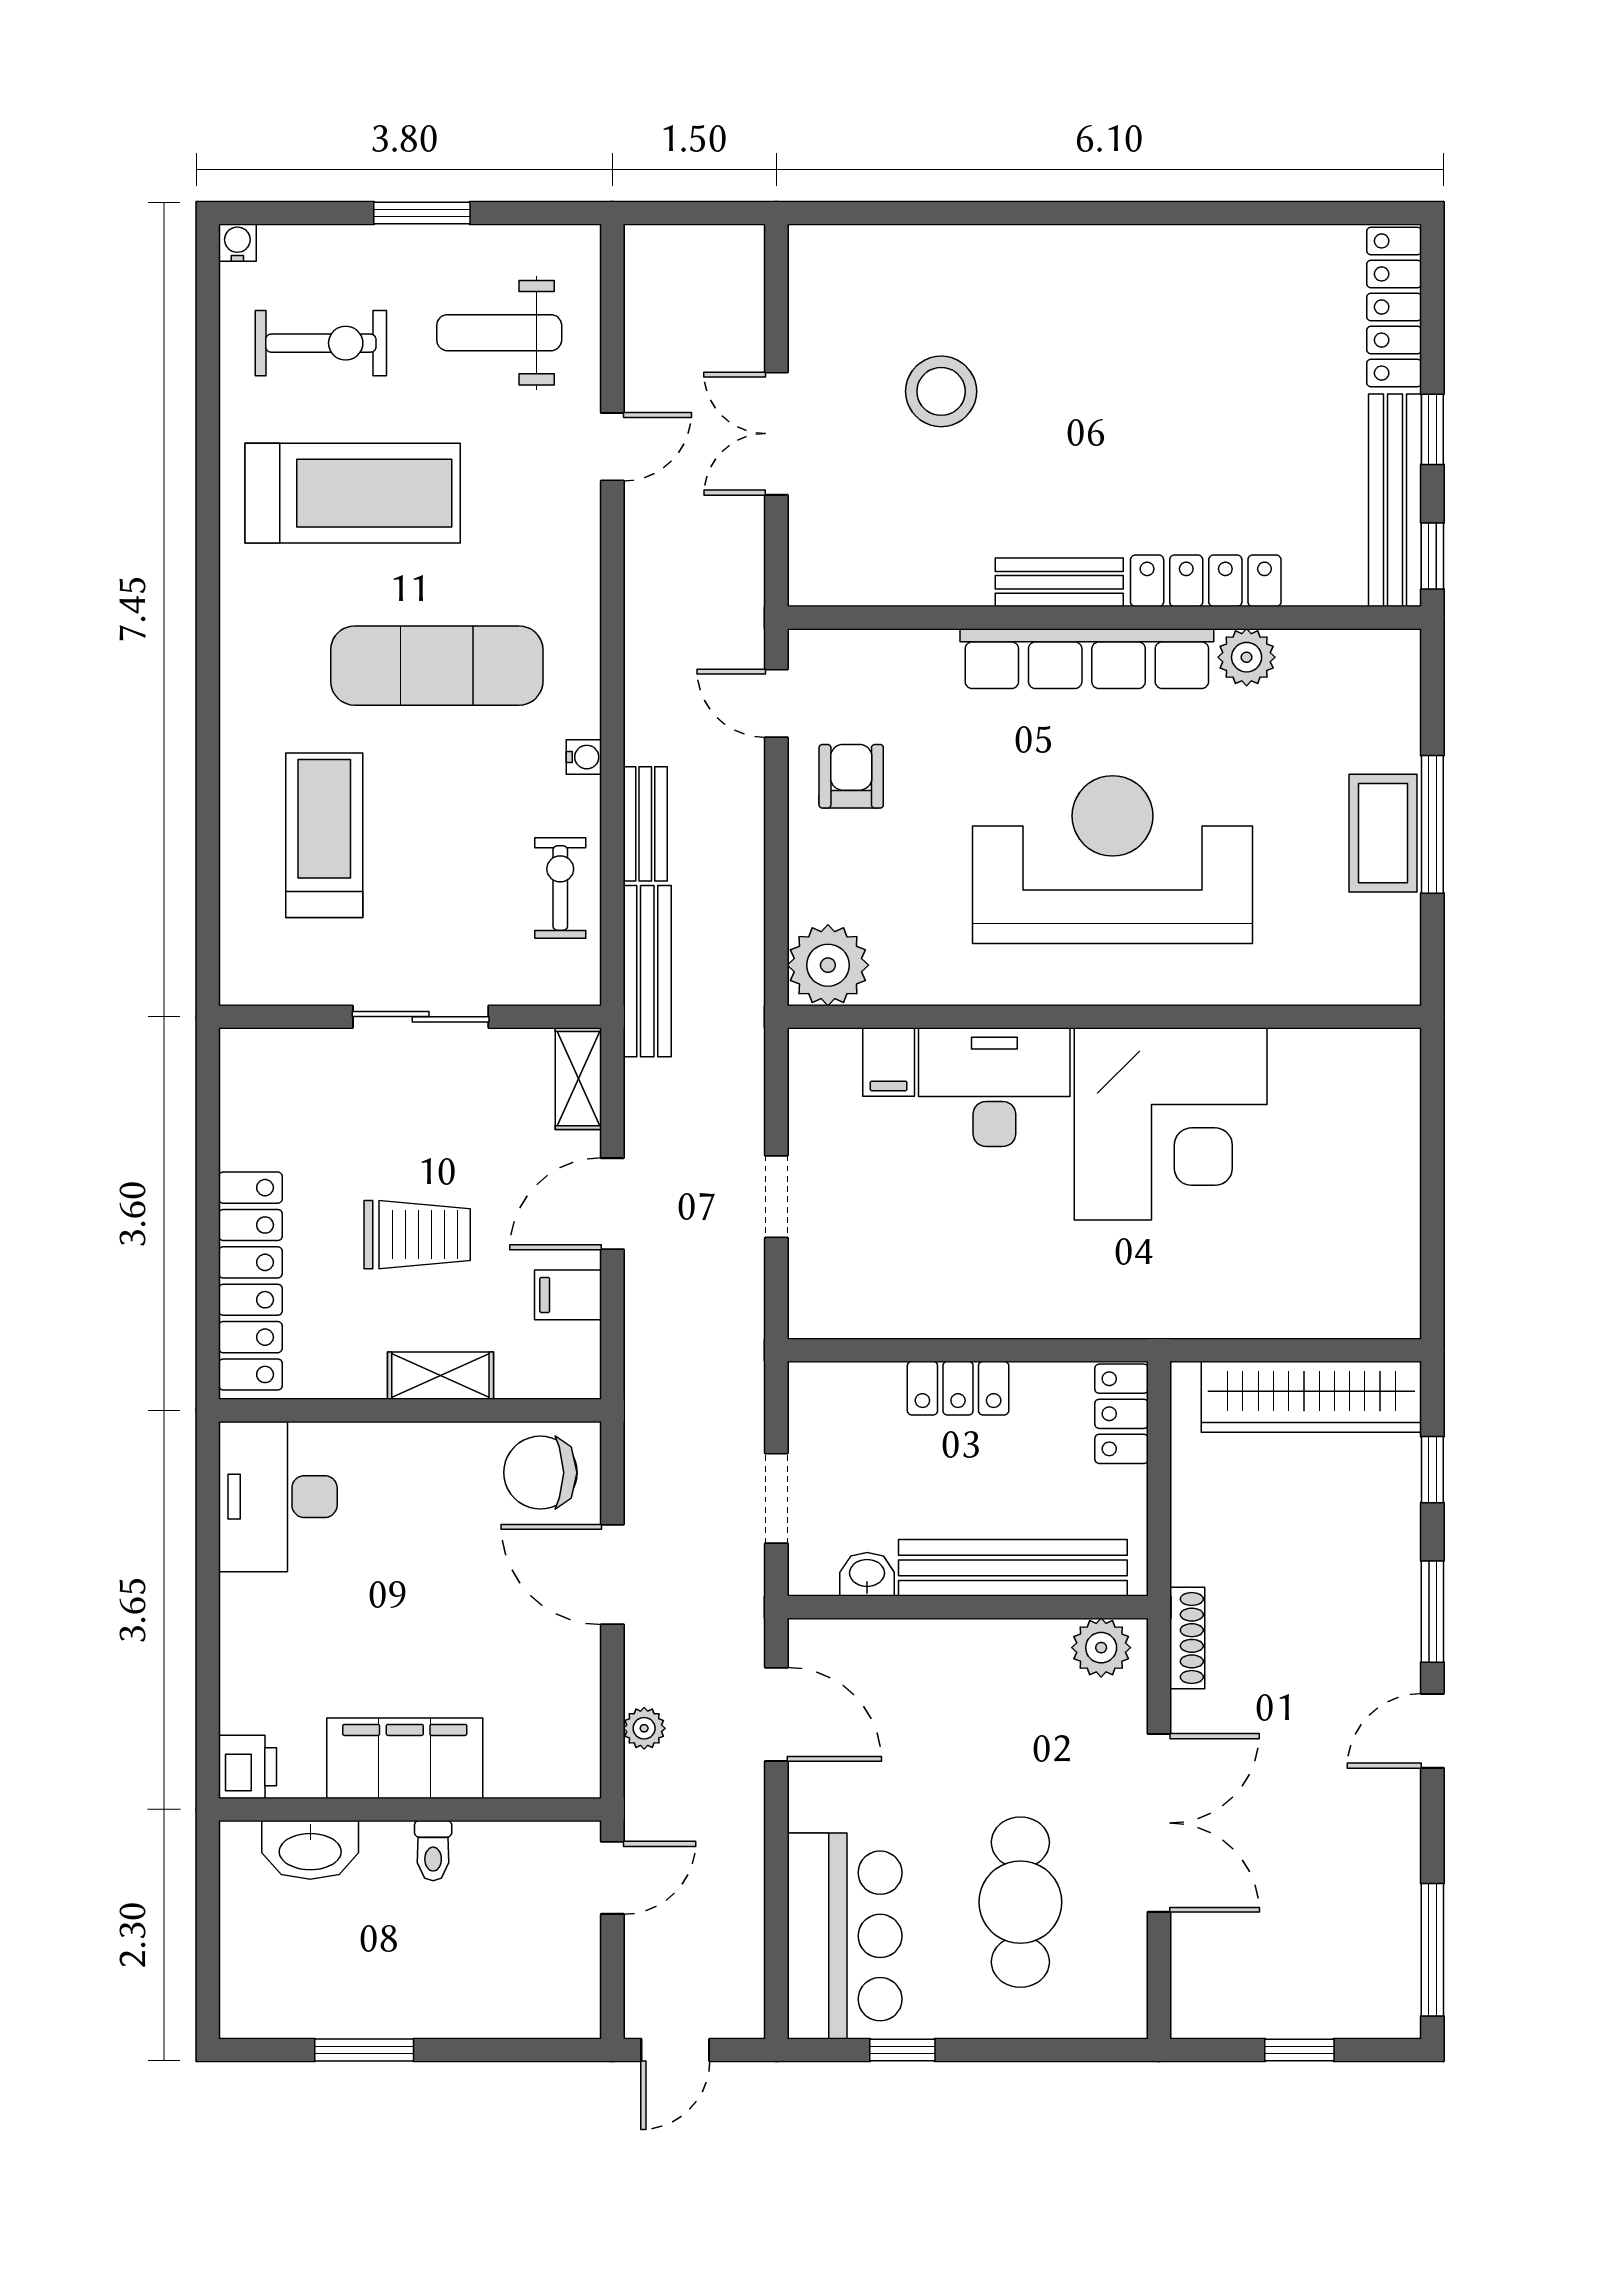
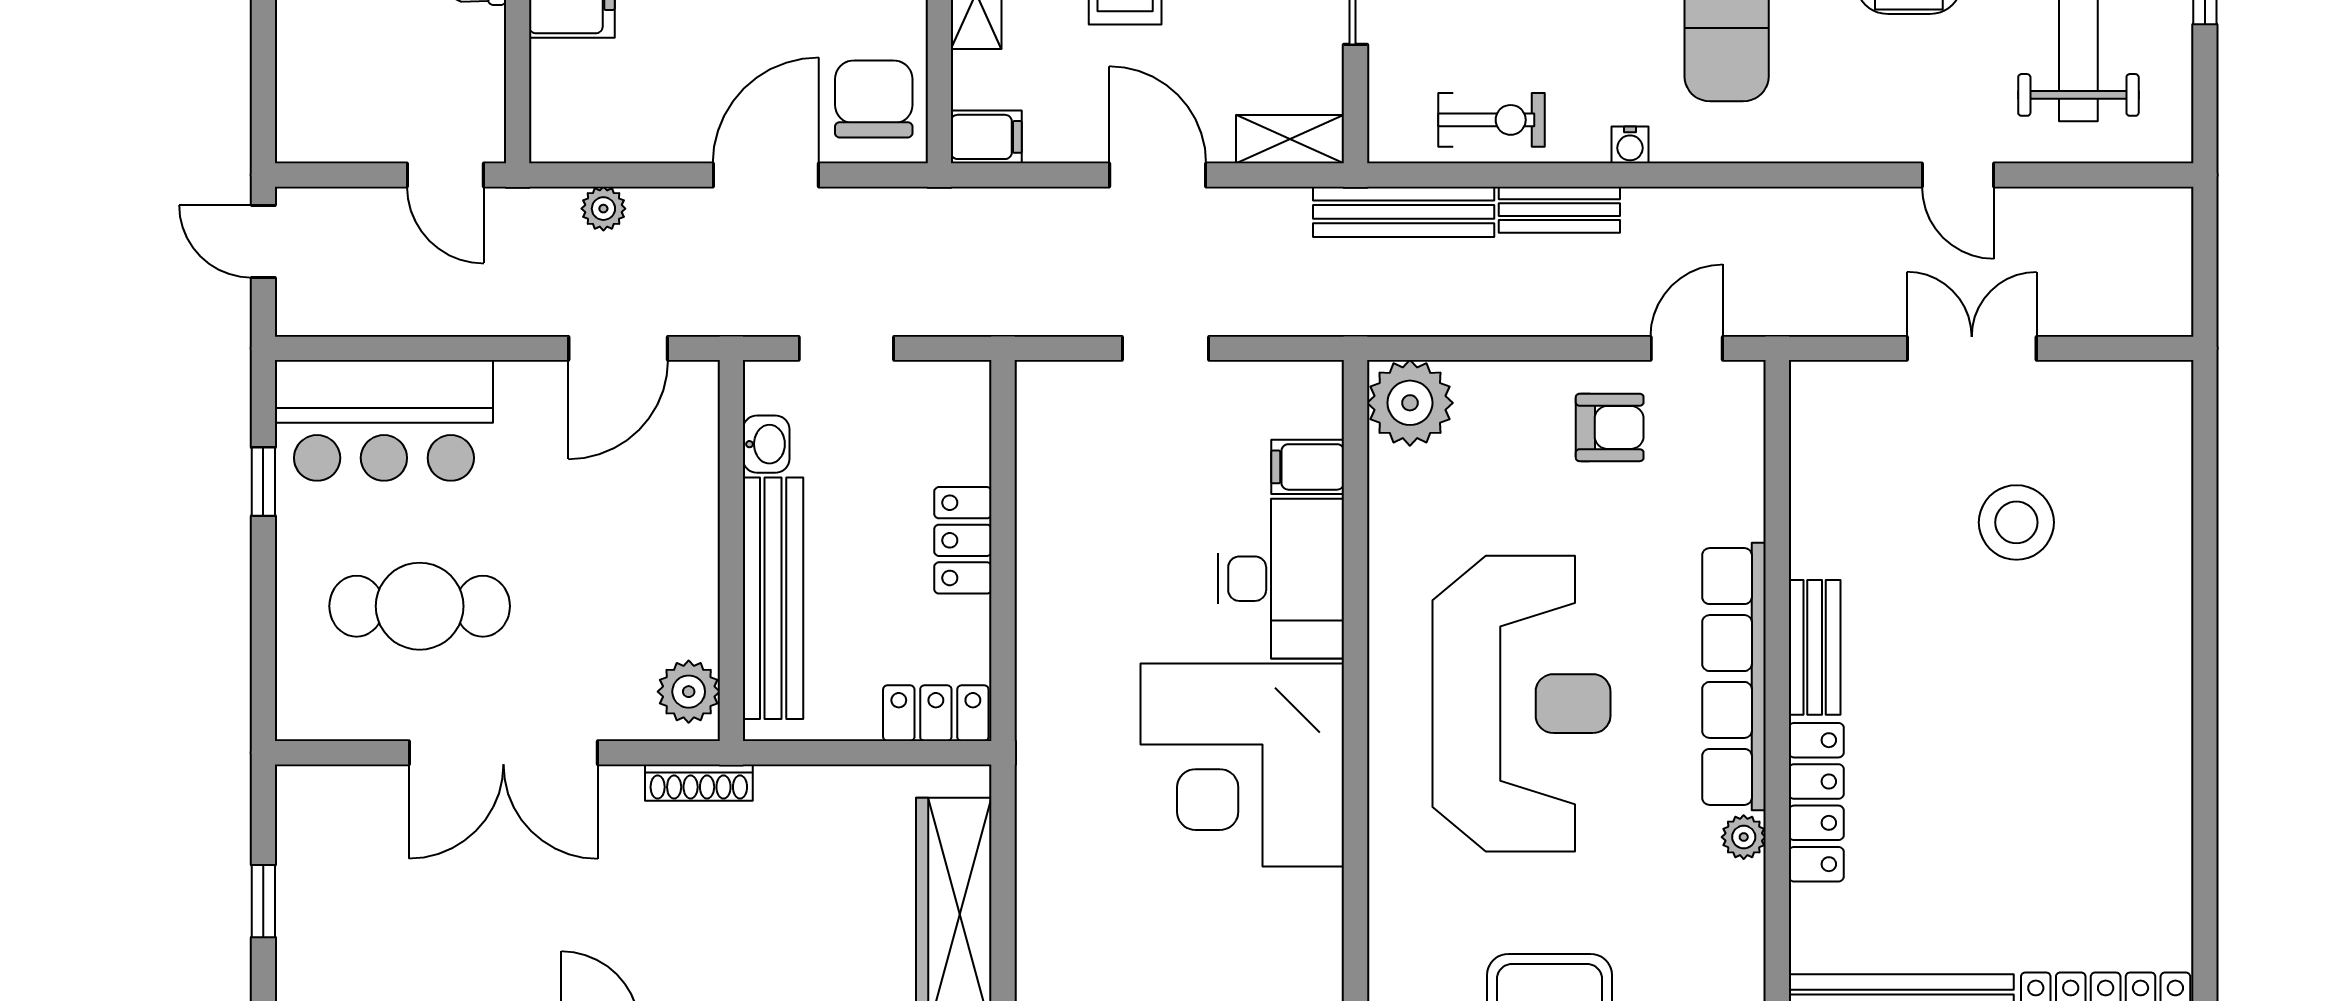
plant: (1247, 657) -> (1744, 837), width x0.73, depth x0.73
filing cabinet: (568, 1295) -> (986, 137), moved, turned 90

